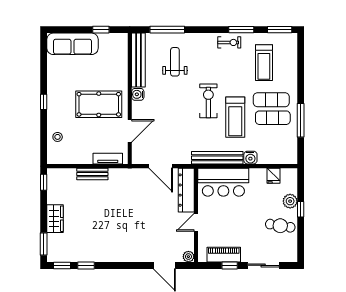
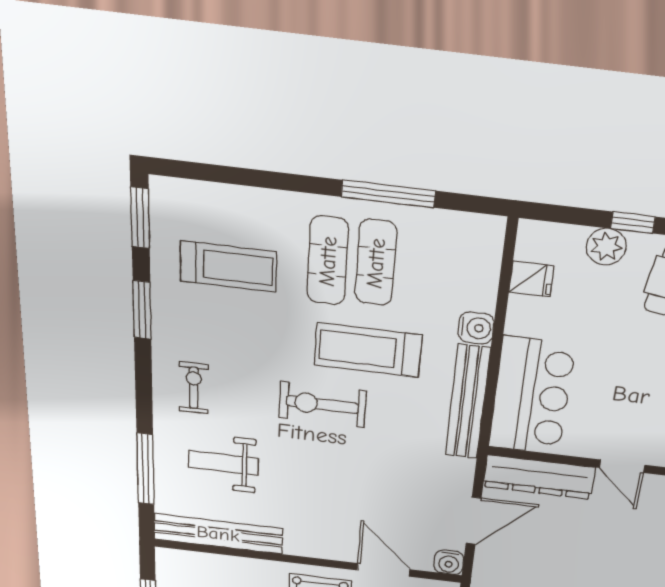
exercise bike: (229, 42) -> (194, 388), moved
water cooler: (138, 94) -> (449, 562), moved
treadmill: (235, 117) -> (368, 350), turned 180

